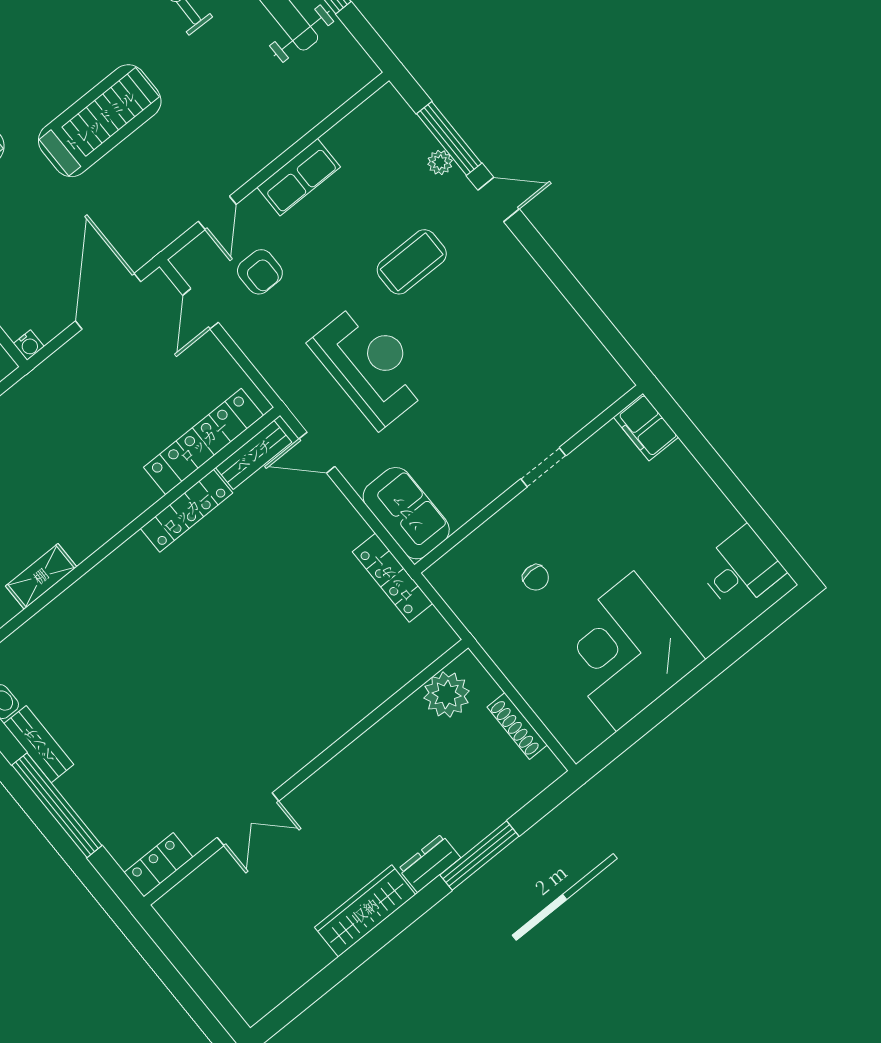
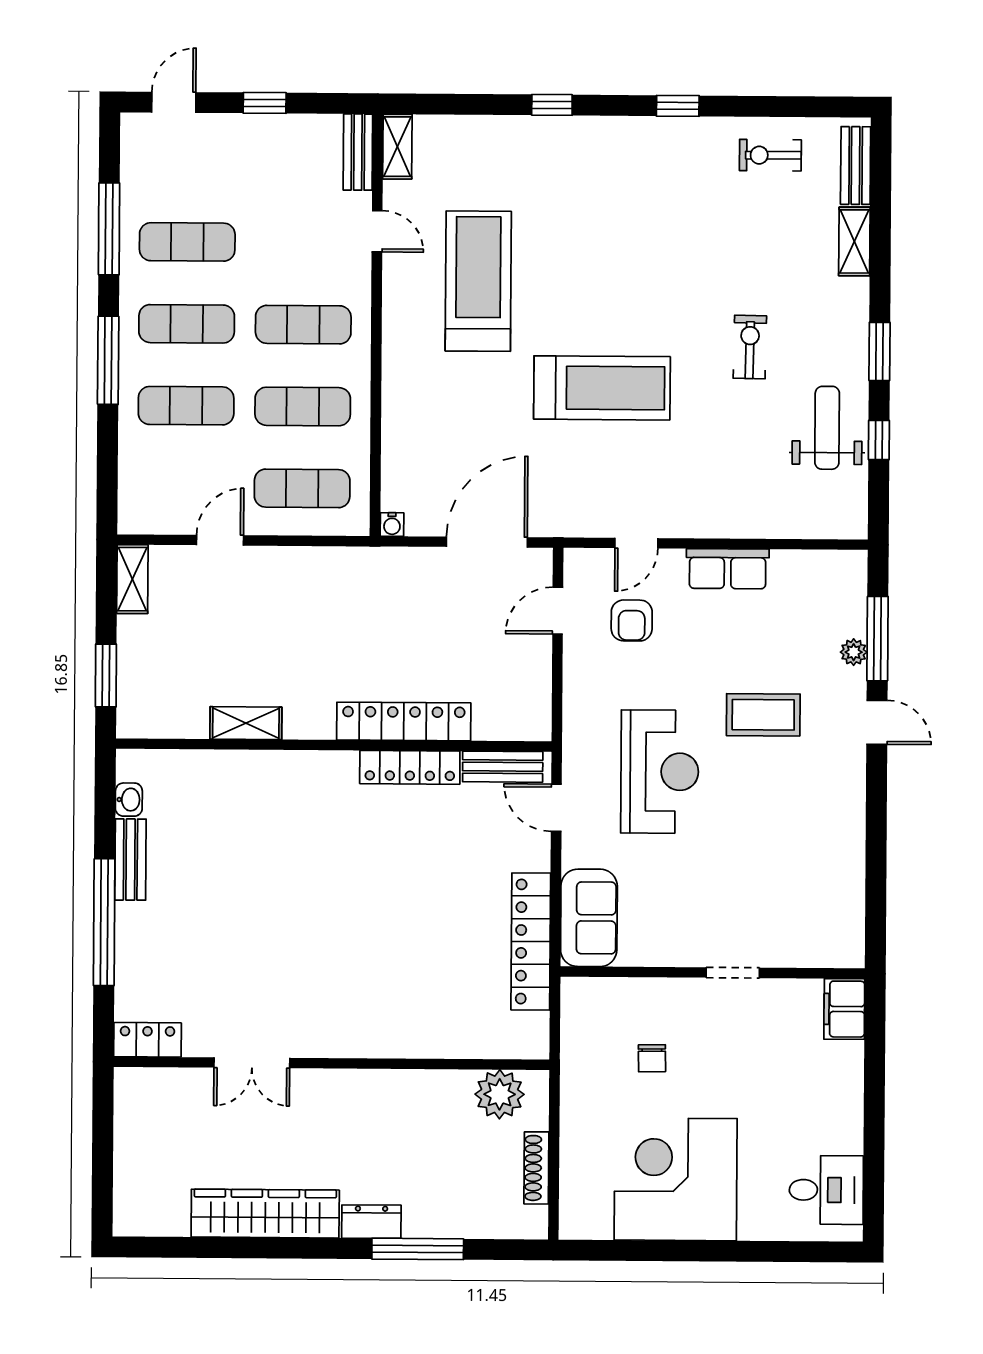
locker: (204, 441) -> (404, 721), moved
locker: (392, 578) -> (531, 941), width x1.41, depth x1.21
wardrobe: (365, 911) -> (265, 1214), width x1.40, depth x1.17

